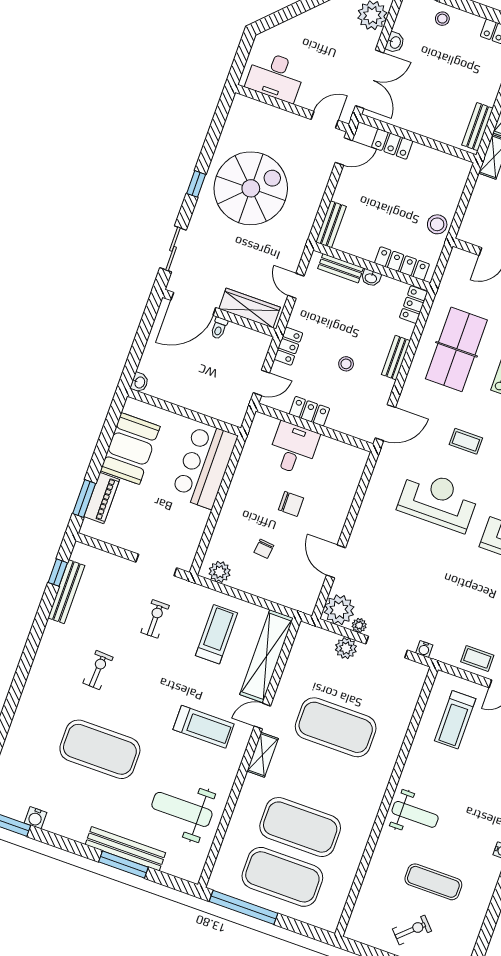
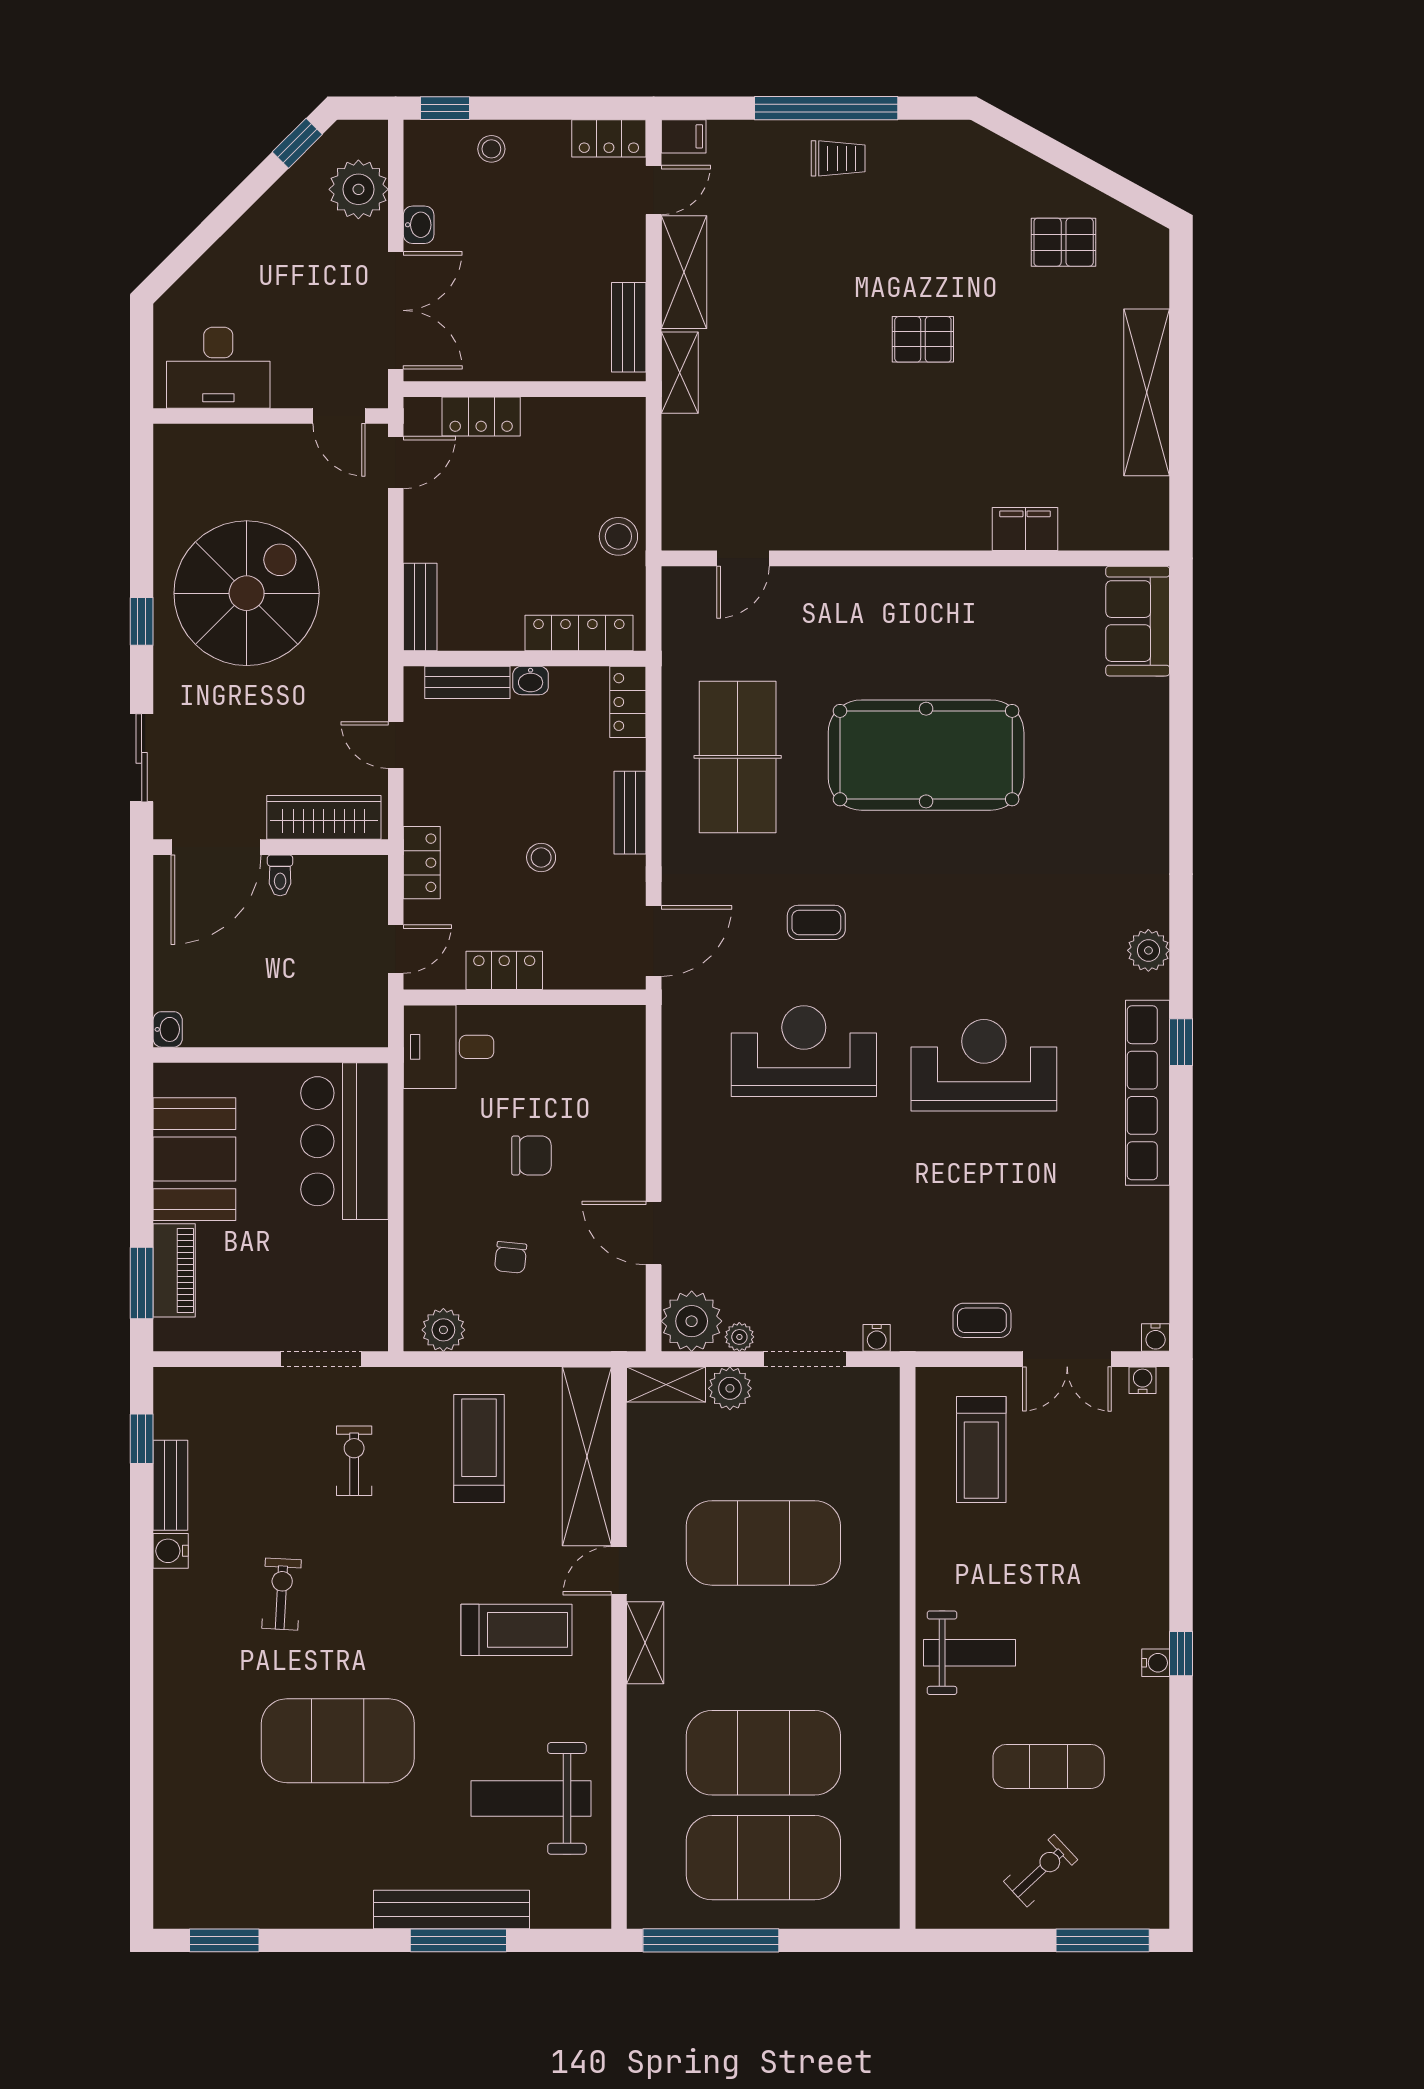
door: (325, 120) -> (339, 416), swing flipped
desk: (293, 448) -> (449, 1047), moved, turned -90
bench: (66, 592) -> (170, 1485), width x0.73
shelving: (316, 636) -> (666, 1385), added
water cooler: (36, 818) -> (171, 1551), moved, turned 90

